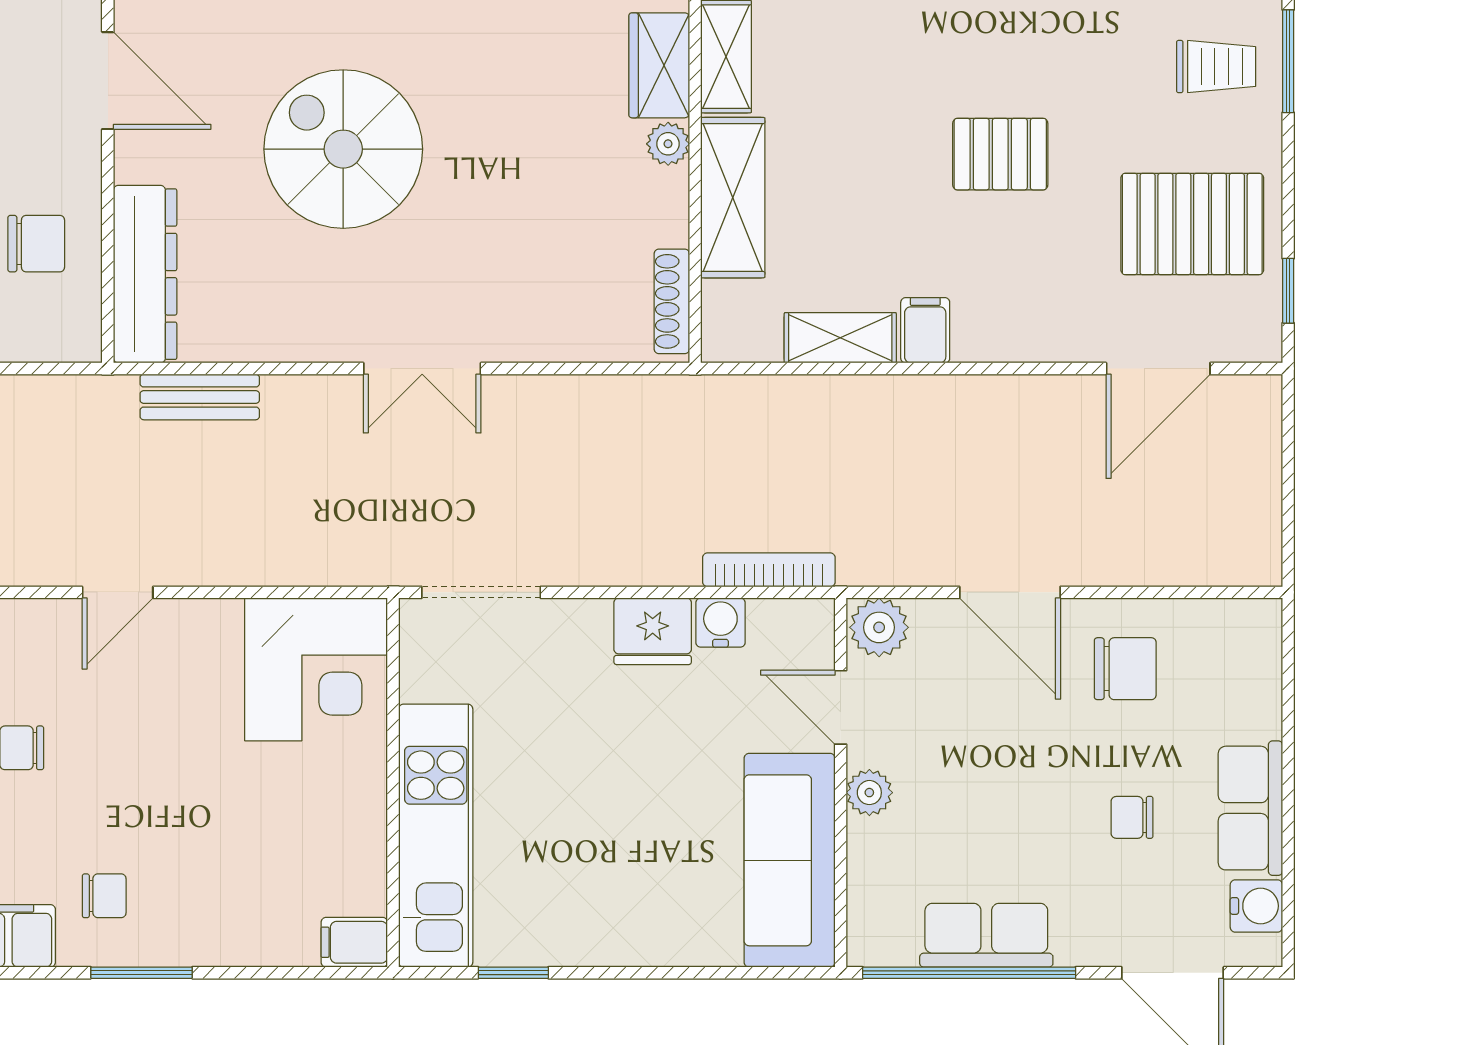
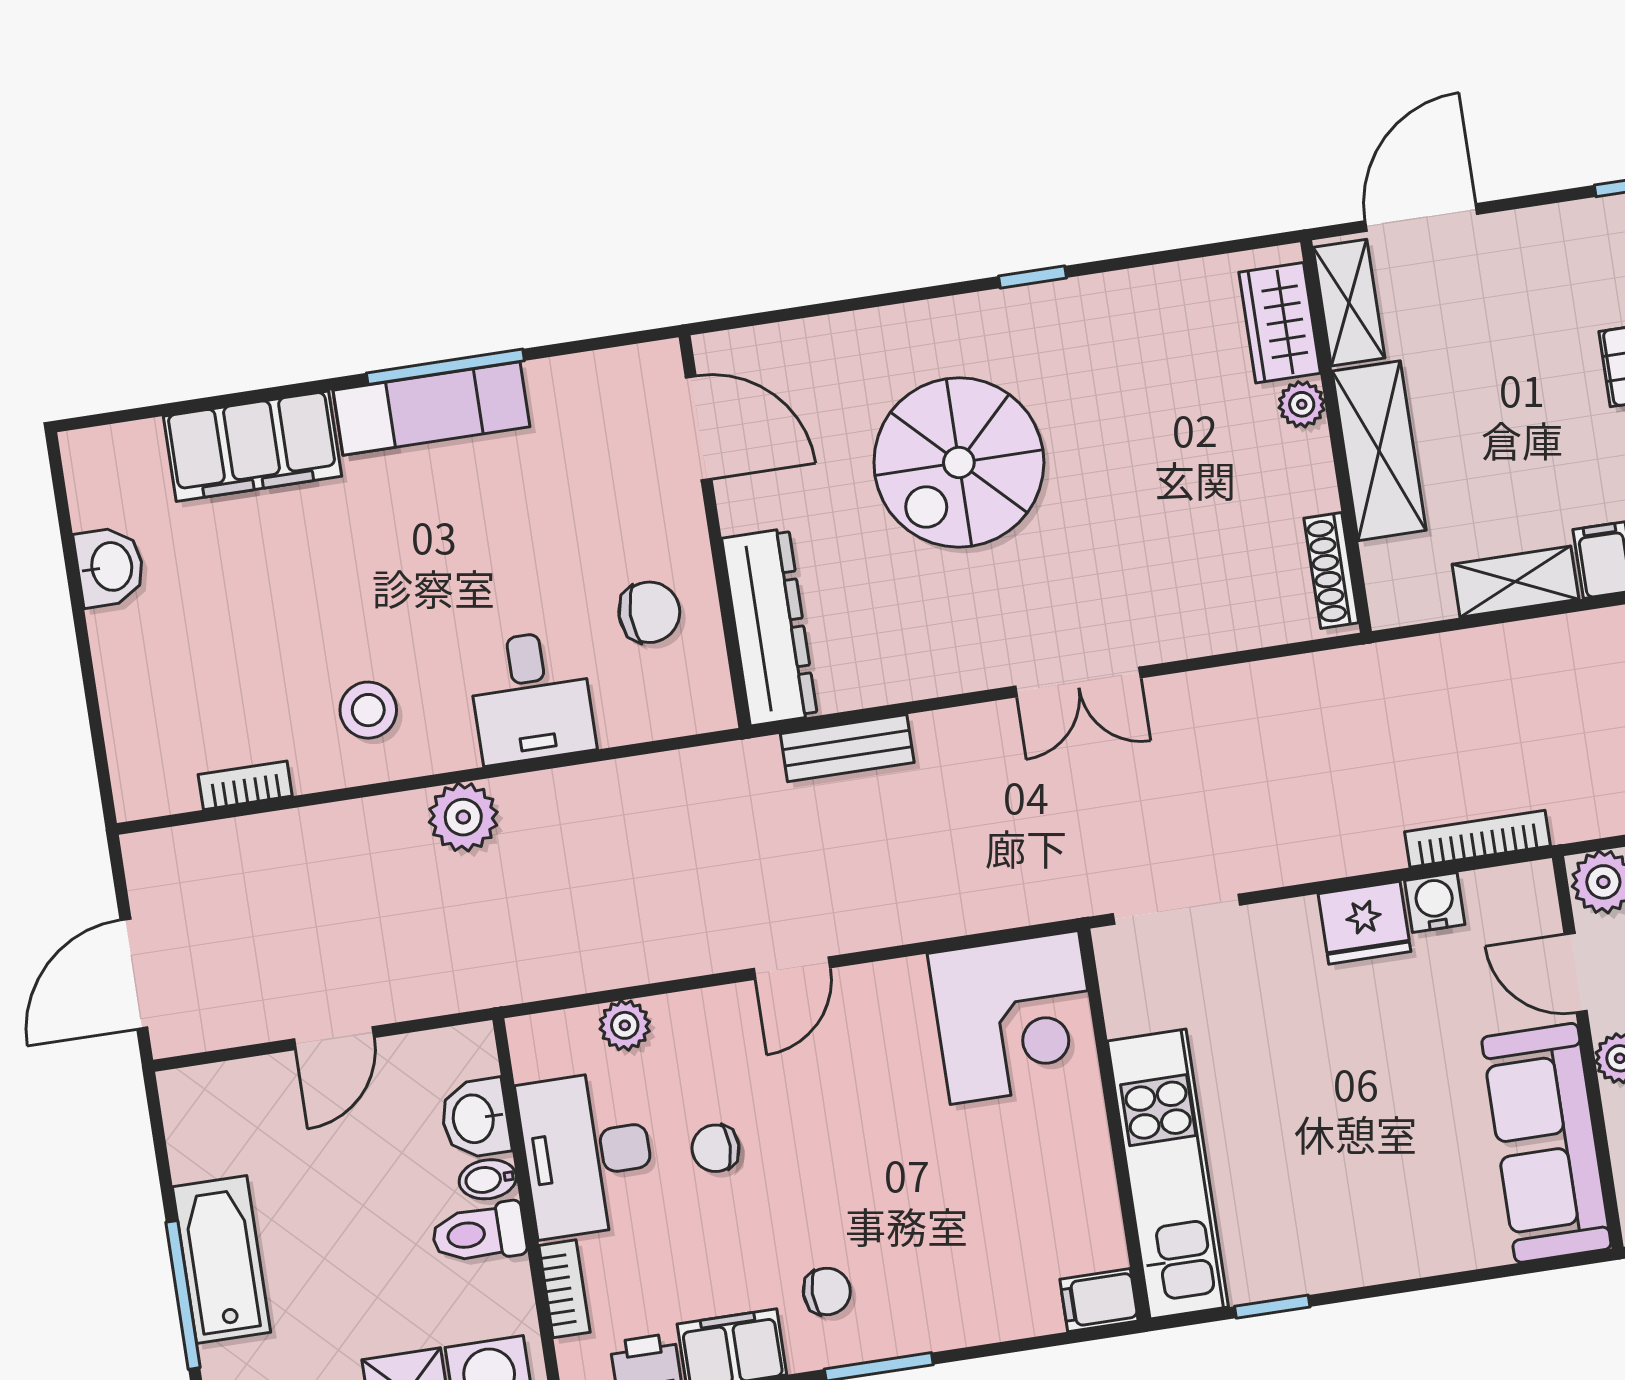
spiral stairs: (343, 149) -> (959, 462), turned -90

